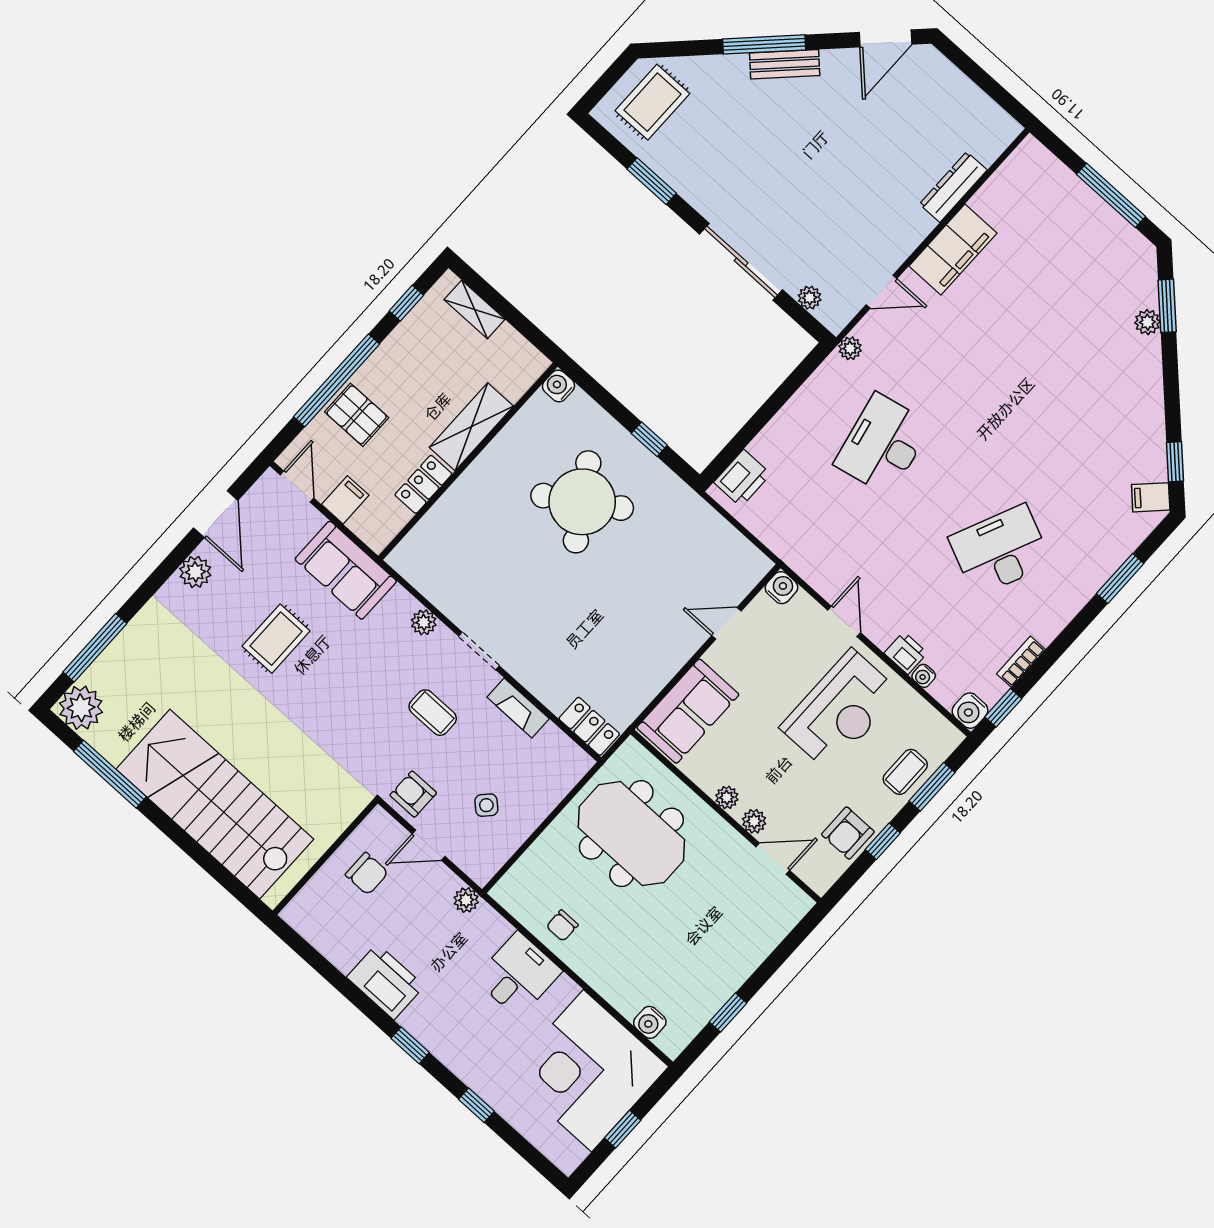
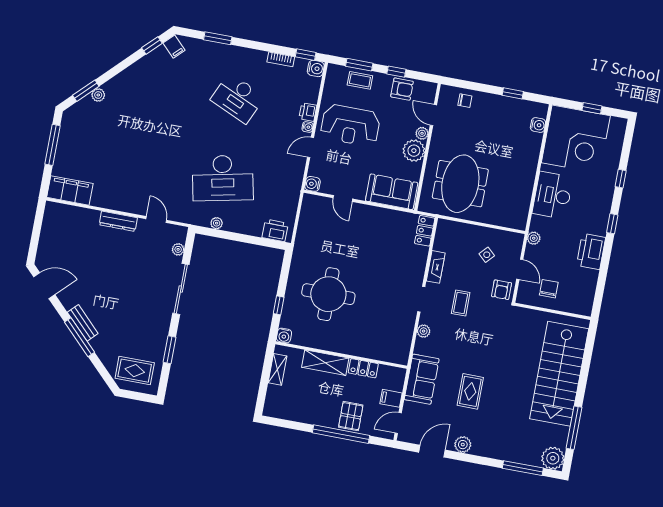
dresser: (953, 187) -> (118, 221), moved
filing cabinet: (953, 250) -> (70, 190), moved
window: (406, 303) -> (289, 424), removed
shelving: (475, 309) -> (277, 369), moved
plant: (850, 348) -> (217, 223), moved
window: (649, 439) -> (279, 305), moved
desk: (883, 444) -> (223, 178), width x1.36, depth x1.30
round table: (582, 502) -> (328, 294), turned 33
rug: (276, 639) -> (470, 391), turned 90
water cooler: (924, 676) -> (308, 127), moved
reception desk: (840, 710) -> (350, 125), turned 180
plant: (727, 797) -> (414, 151), width x1.88, depth x1.88
chair: (562, 926) -> (465, 101), moved
desk: (518, 975) -> (553, 195), width x1.37

